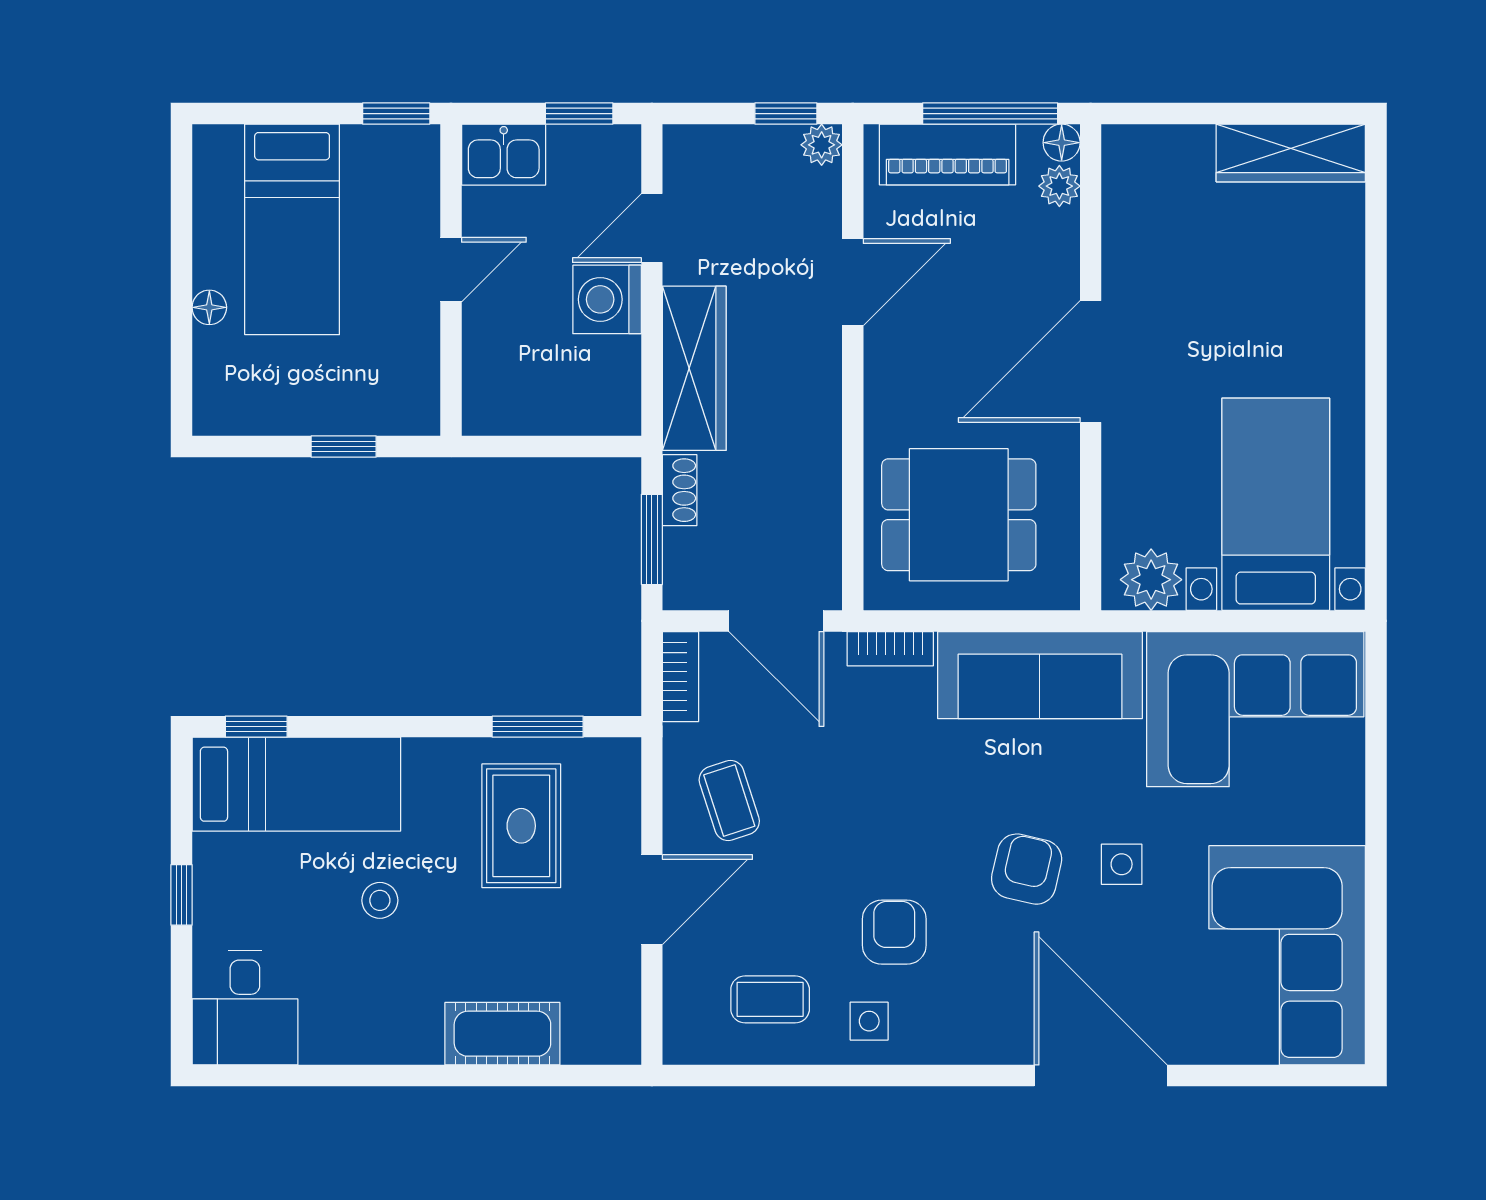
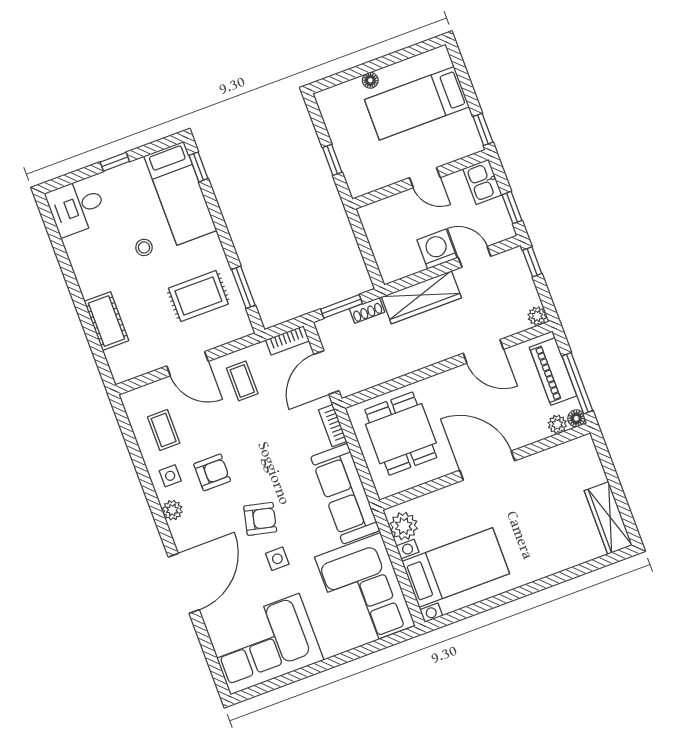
window: (786, 114) -> (532, 262), moved
coffee table: (729, 800) -> (242, 381), turned -72
plant: (941, 1043) -> (172, 510), added

